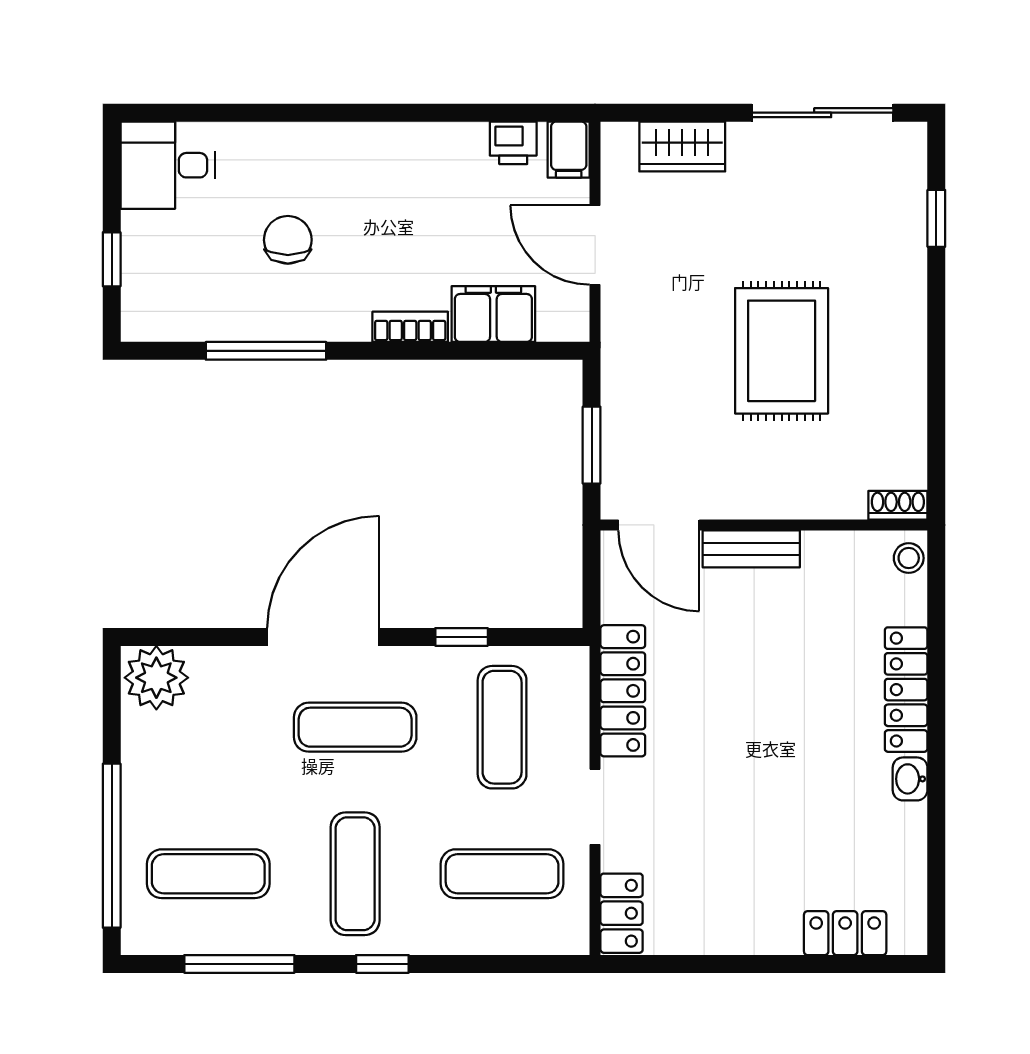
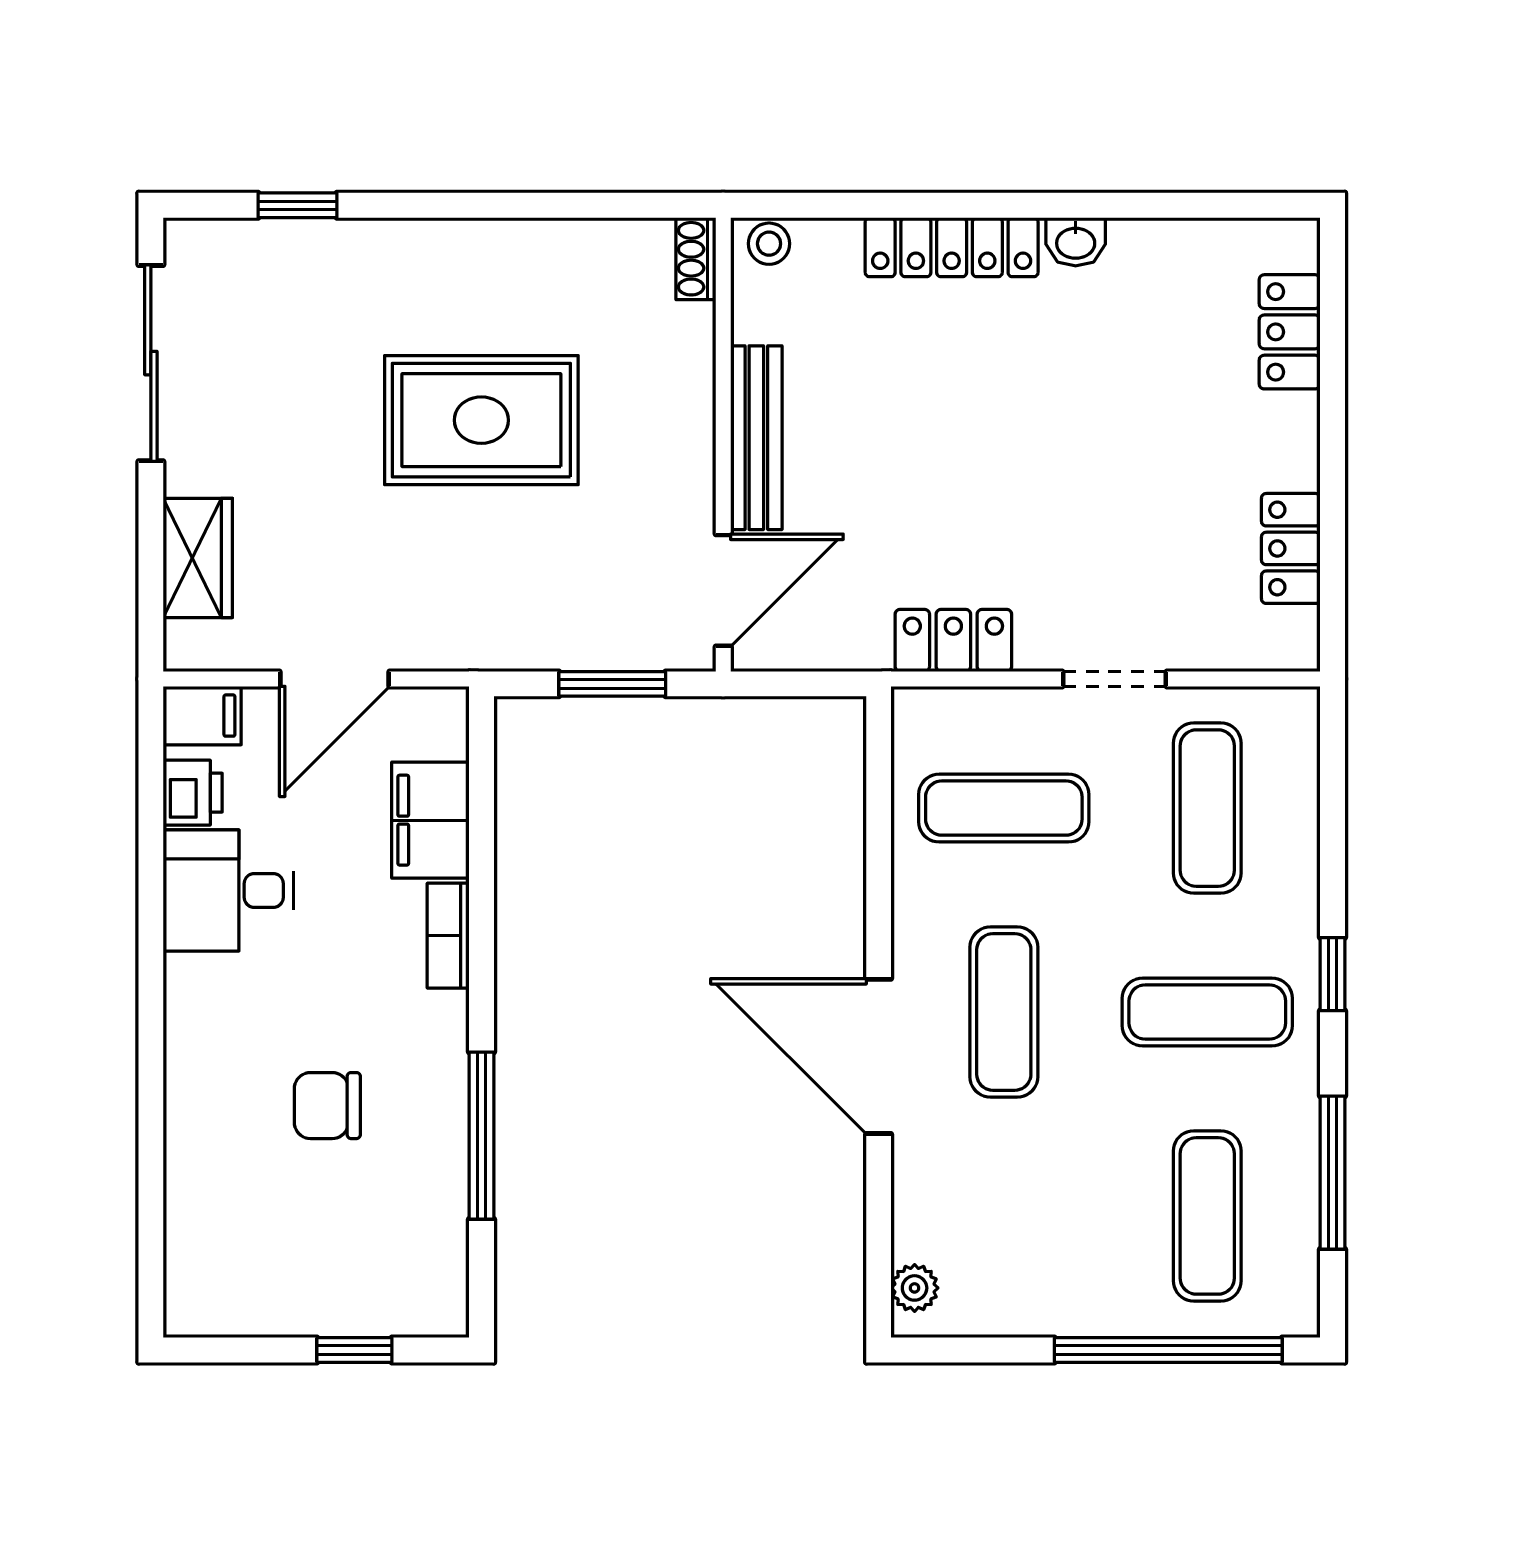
desk: (168, 165) -> (228, 890), moved, turned 90
bench: (751, 549) -> (756, 438), width x1.36
window: (462, 637) -> (879, 864), removed
plant: (156, 678) -> (915, 1288), width x0.53, depth x0.53
locker: (623, 691) -> (953, 640), width x0.66
locker: (622, 913) -> (1291, 548), moved, turned -90

